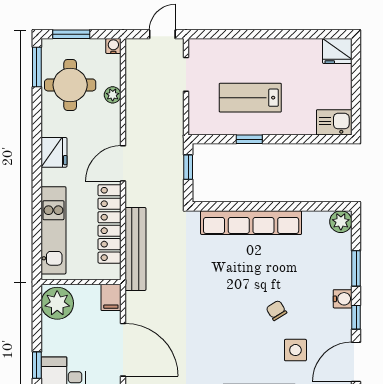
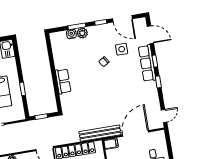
plant: (341, 222) -> (82, 33), moved
row of seats: (251, 223) -> (63, 81), width x0.50
bench: (135, 249) -> (100, 133), moved
water cooler: (343, 299) -> (71, 34), moved

